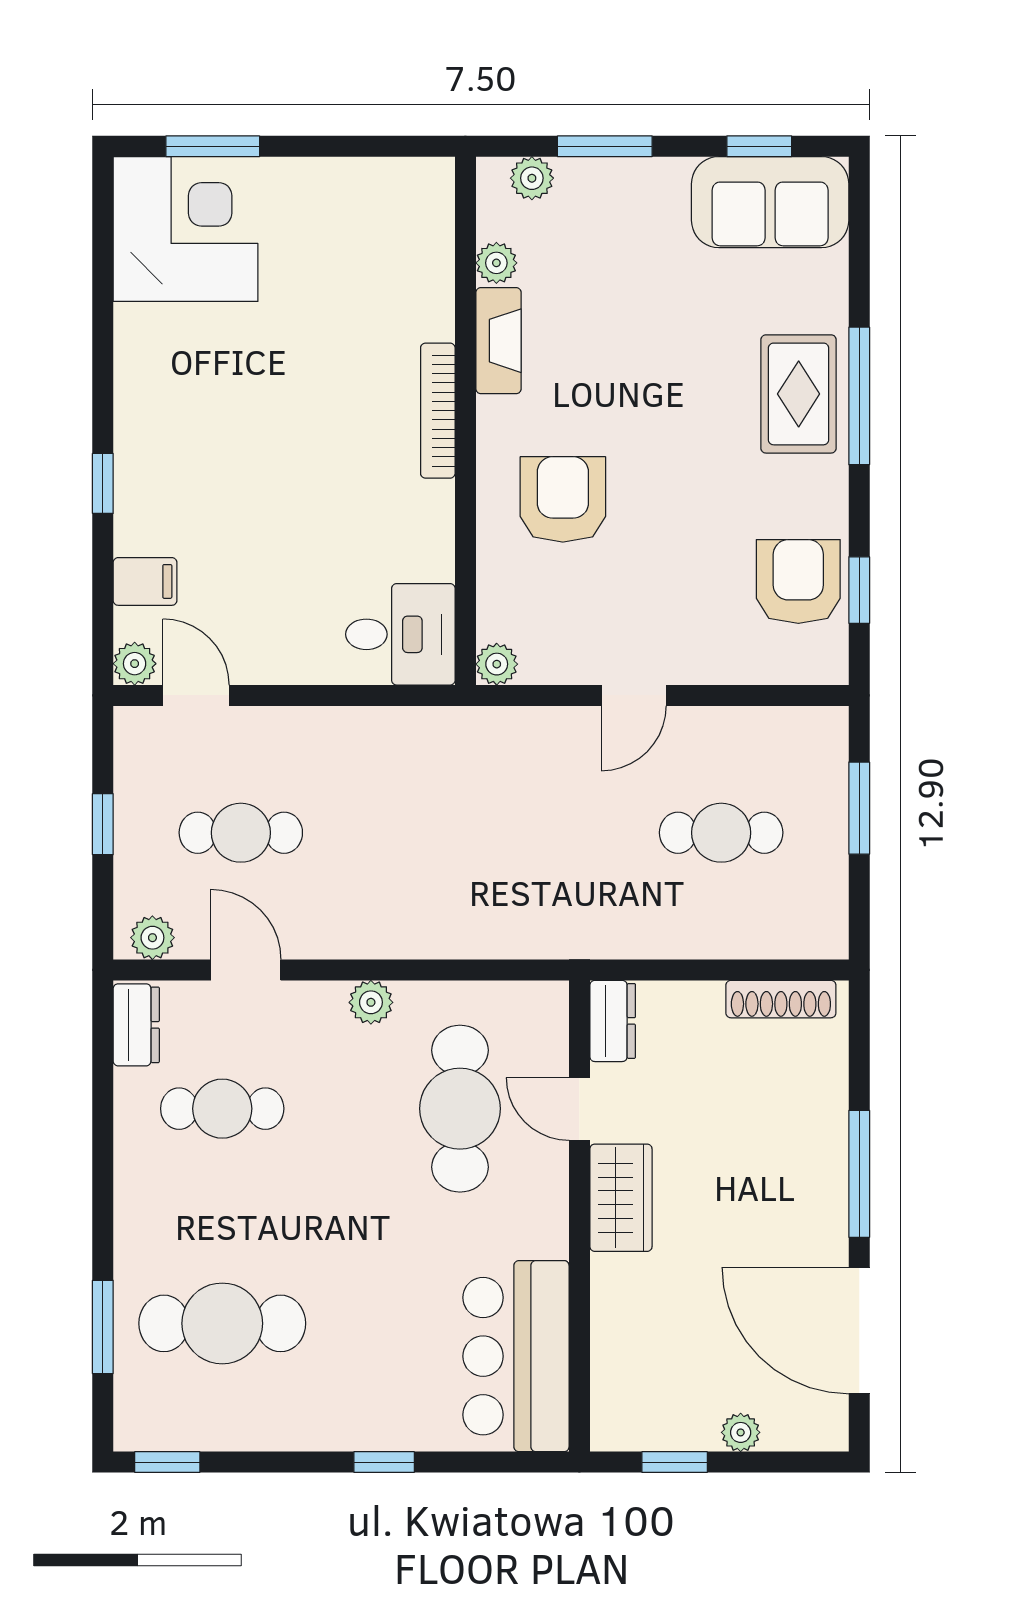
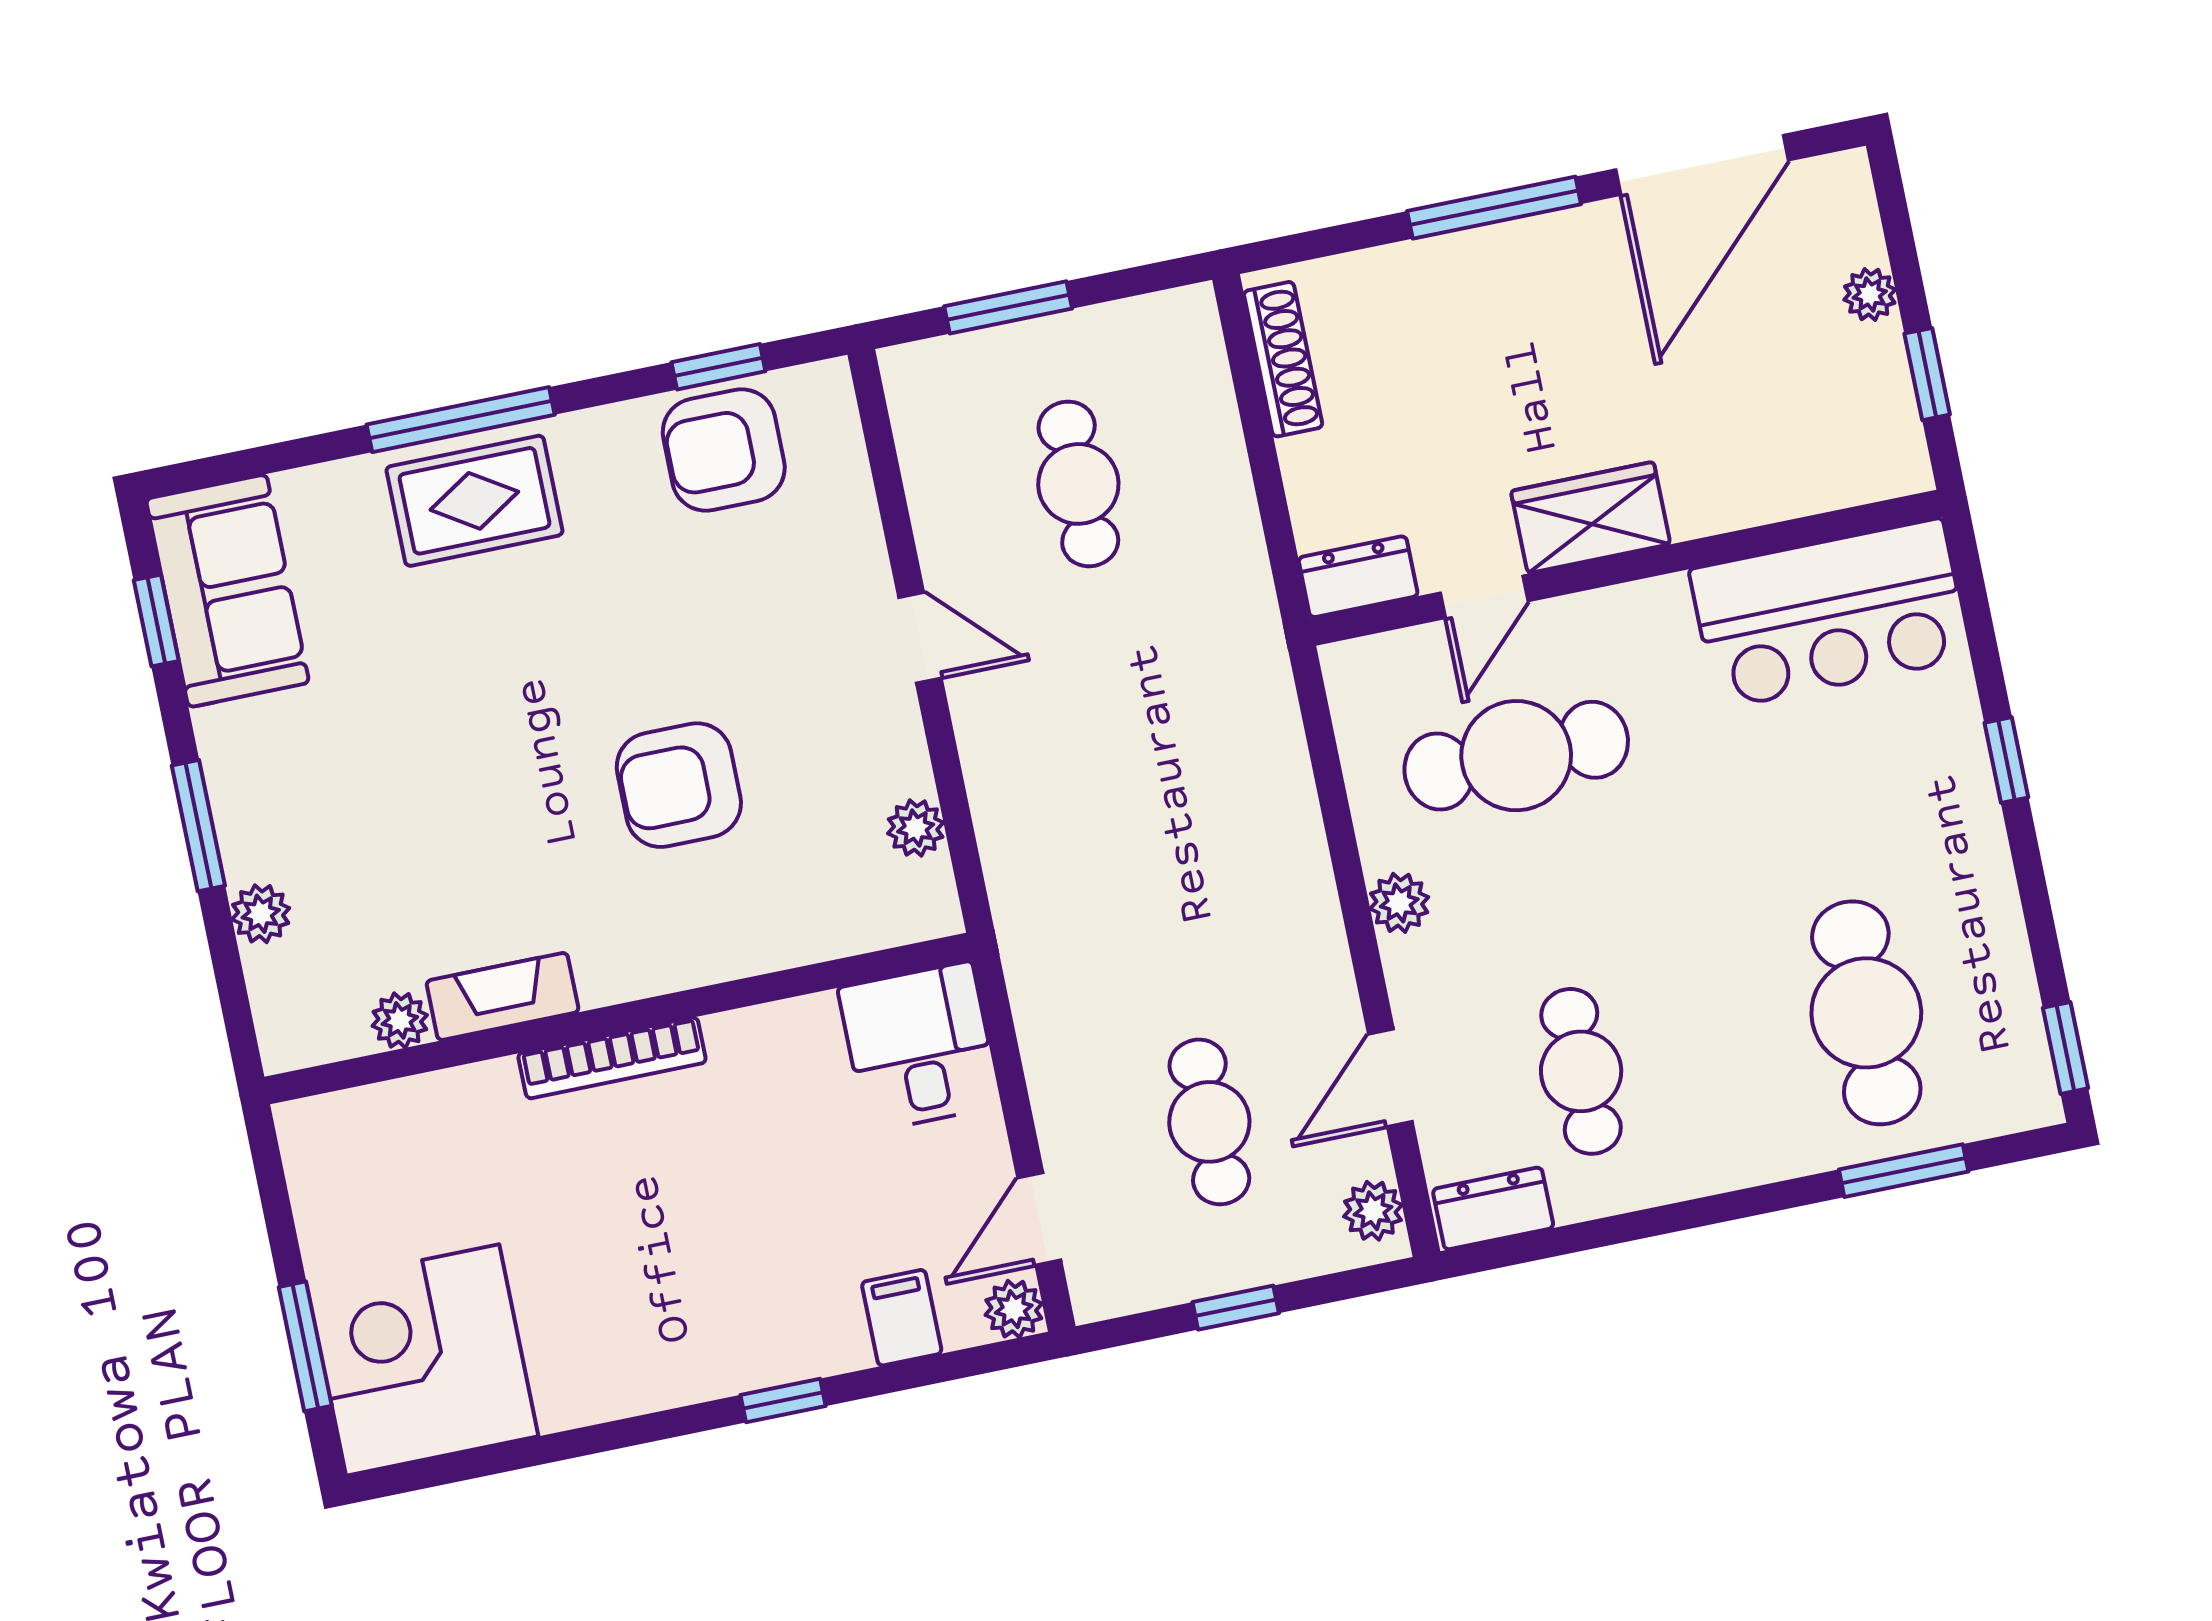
plant: (496, 263) -> (400, 1020), moved
fireplace: (498, 341) -> (503, 996), moved
bookcase: (438, 411) -> (612, 1058), moved
wall: (465, 421) -> (618, 1018), moved
desk: (400, 634) -> (919, 1047), moved

